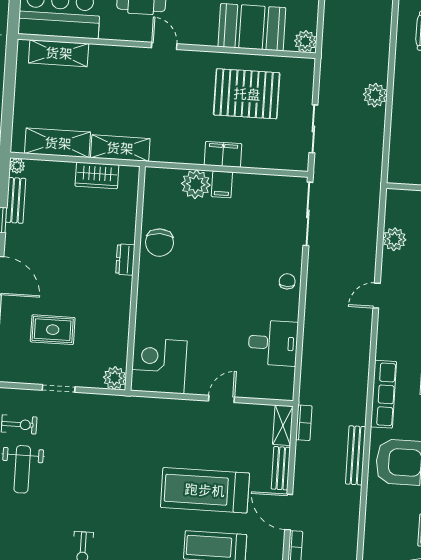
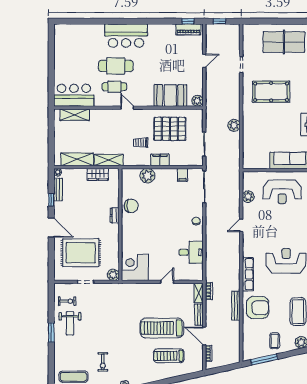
trolley: (186, 117) -> (141, 143), added
filing cabinet: (222, 184) -> (182, 175), moved
chair: (160, 243) -> (131, 206), turned -90
rug: (53, 330) -> (81, 253), width x1.86, depth x2.06

